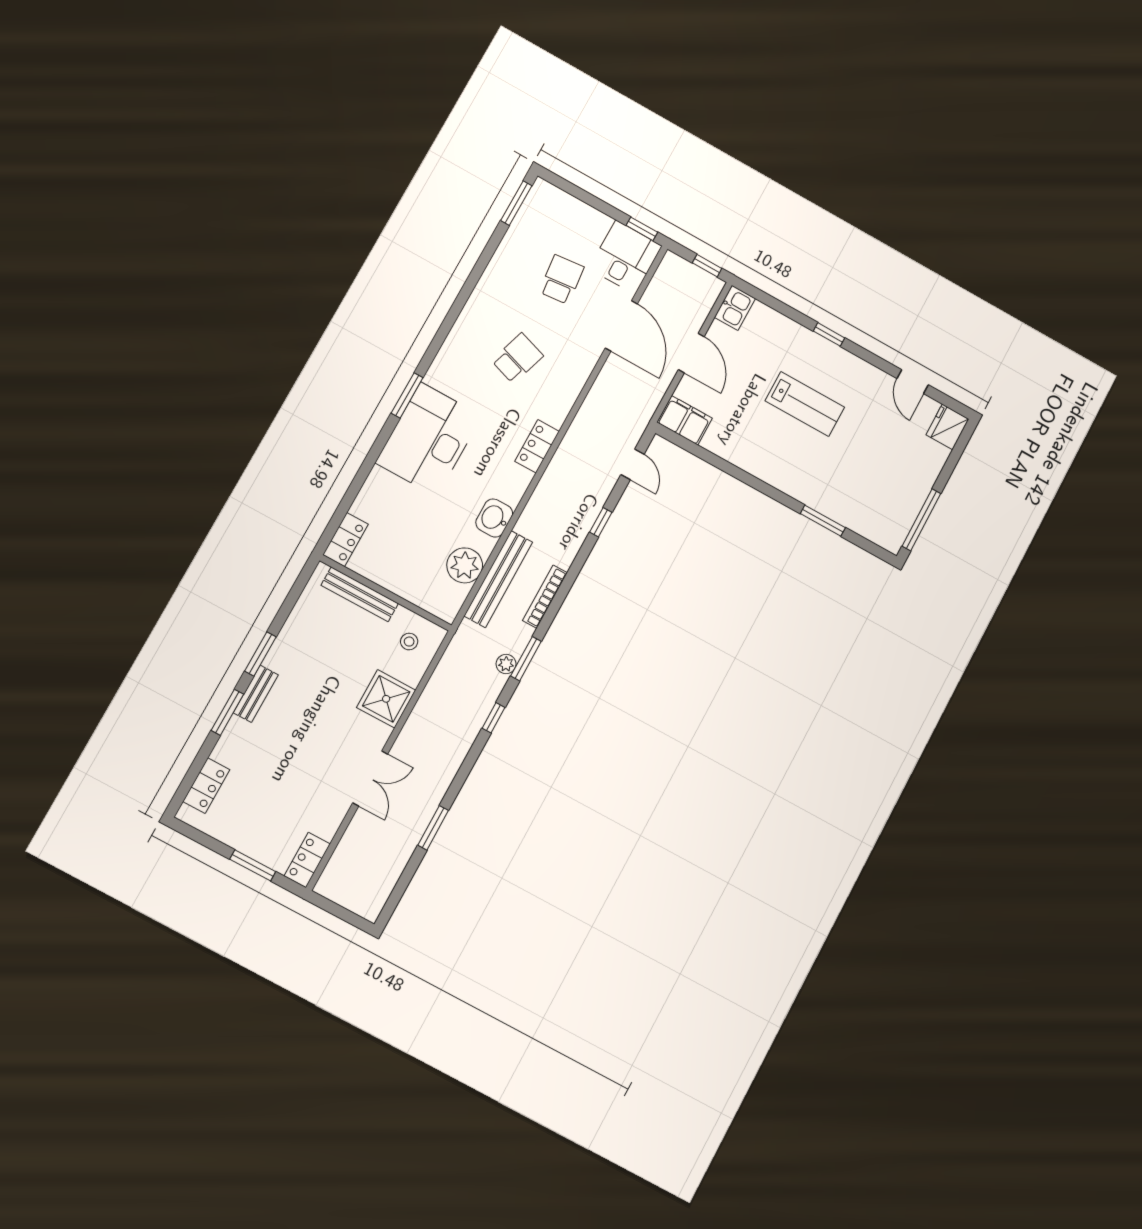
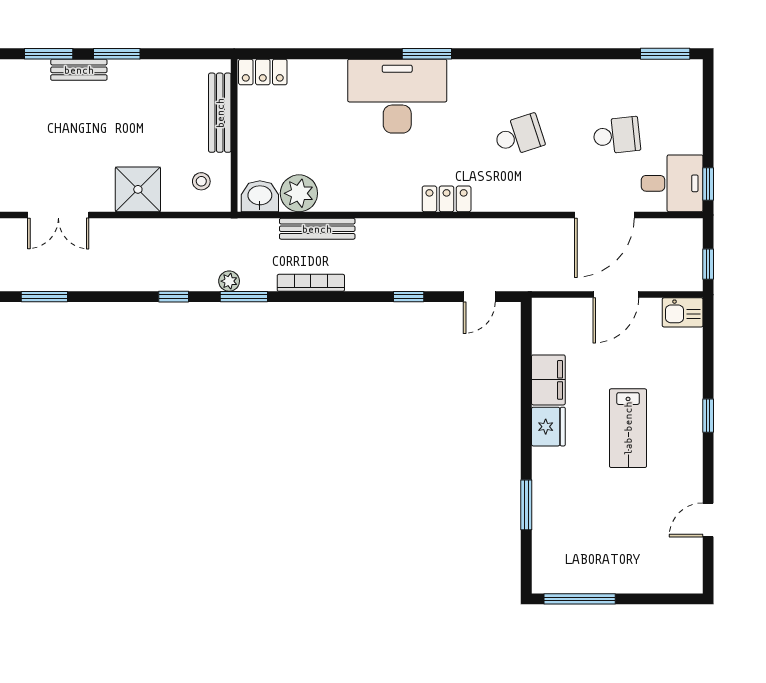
school desk: (517, 358) -> (519, 135), turned -36
filing cabinet: (685, 420) -> (548, 380), moved
fridge: (947, 427) -> (548, 427), moved, turned 90
washbasin: (494, 518) -> (260, 196), moved
bench: (498, 579) -> (317, 229), width x0.73, depth x0.82

